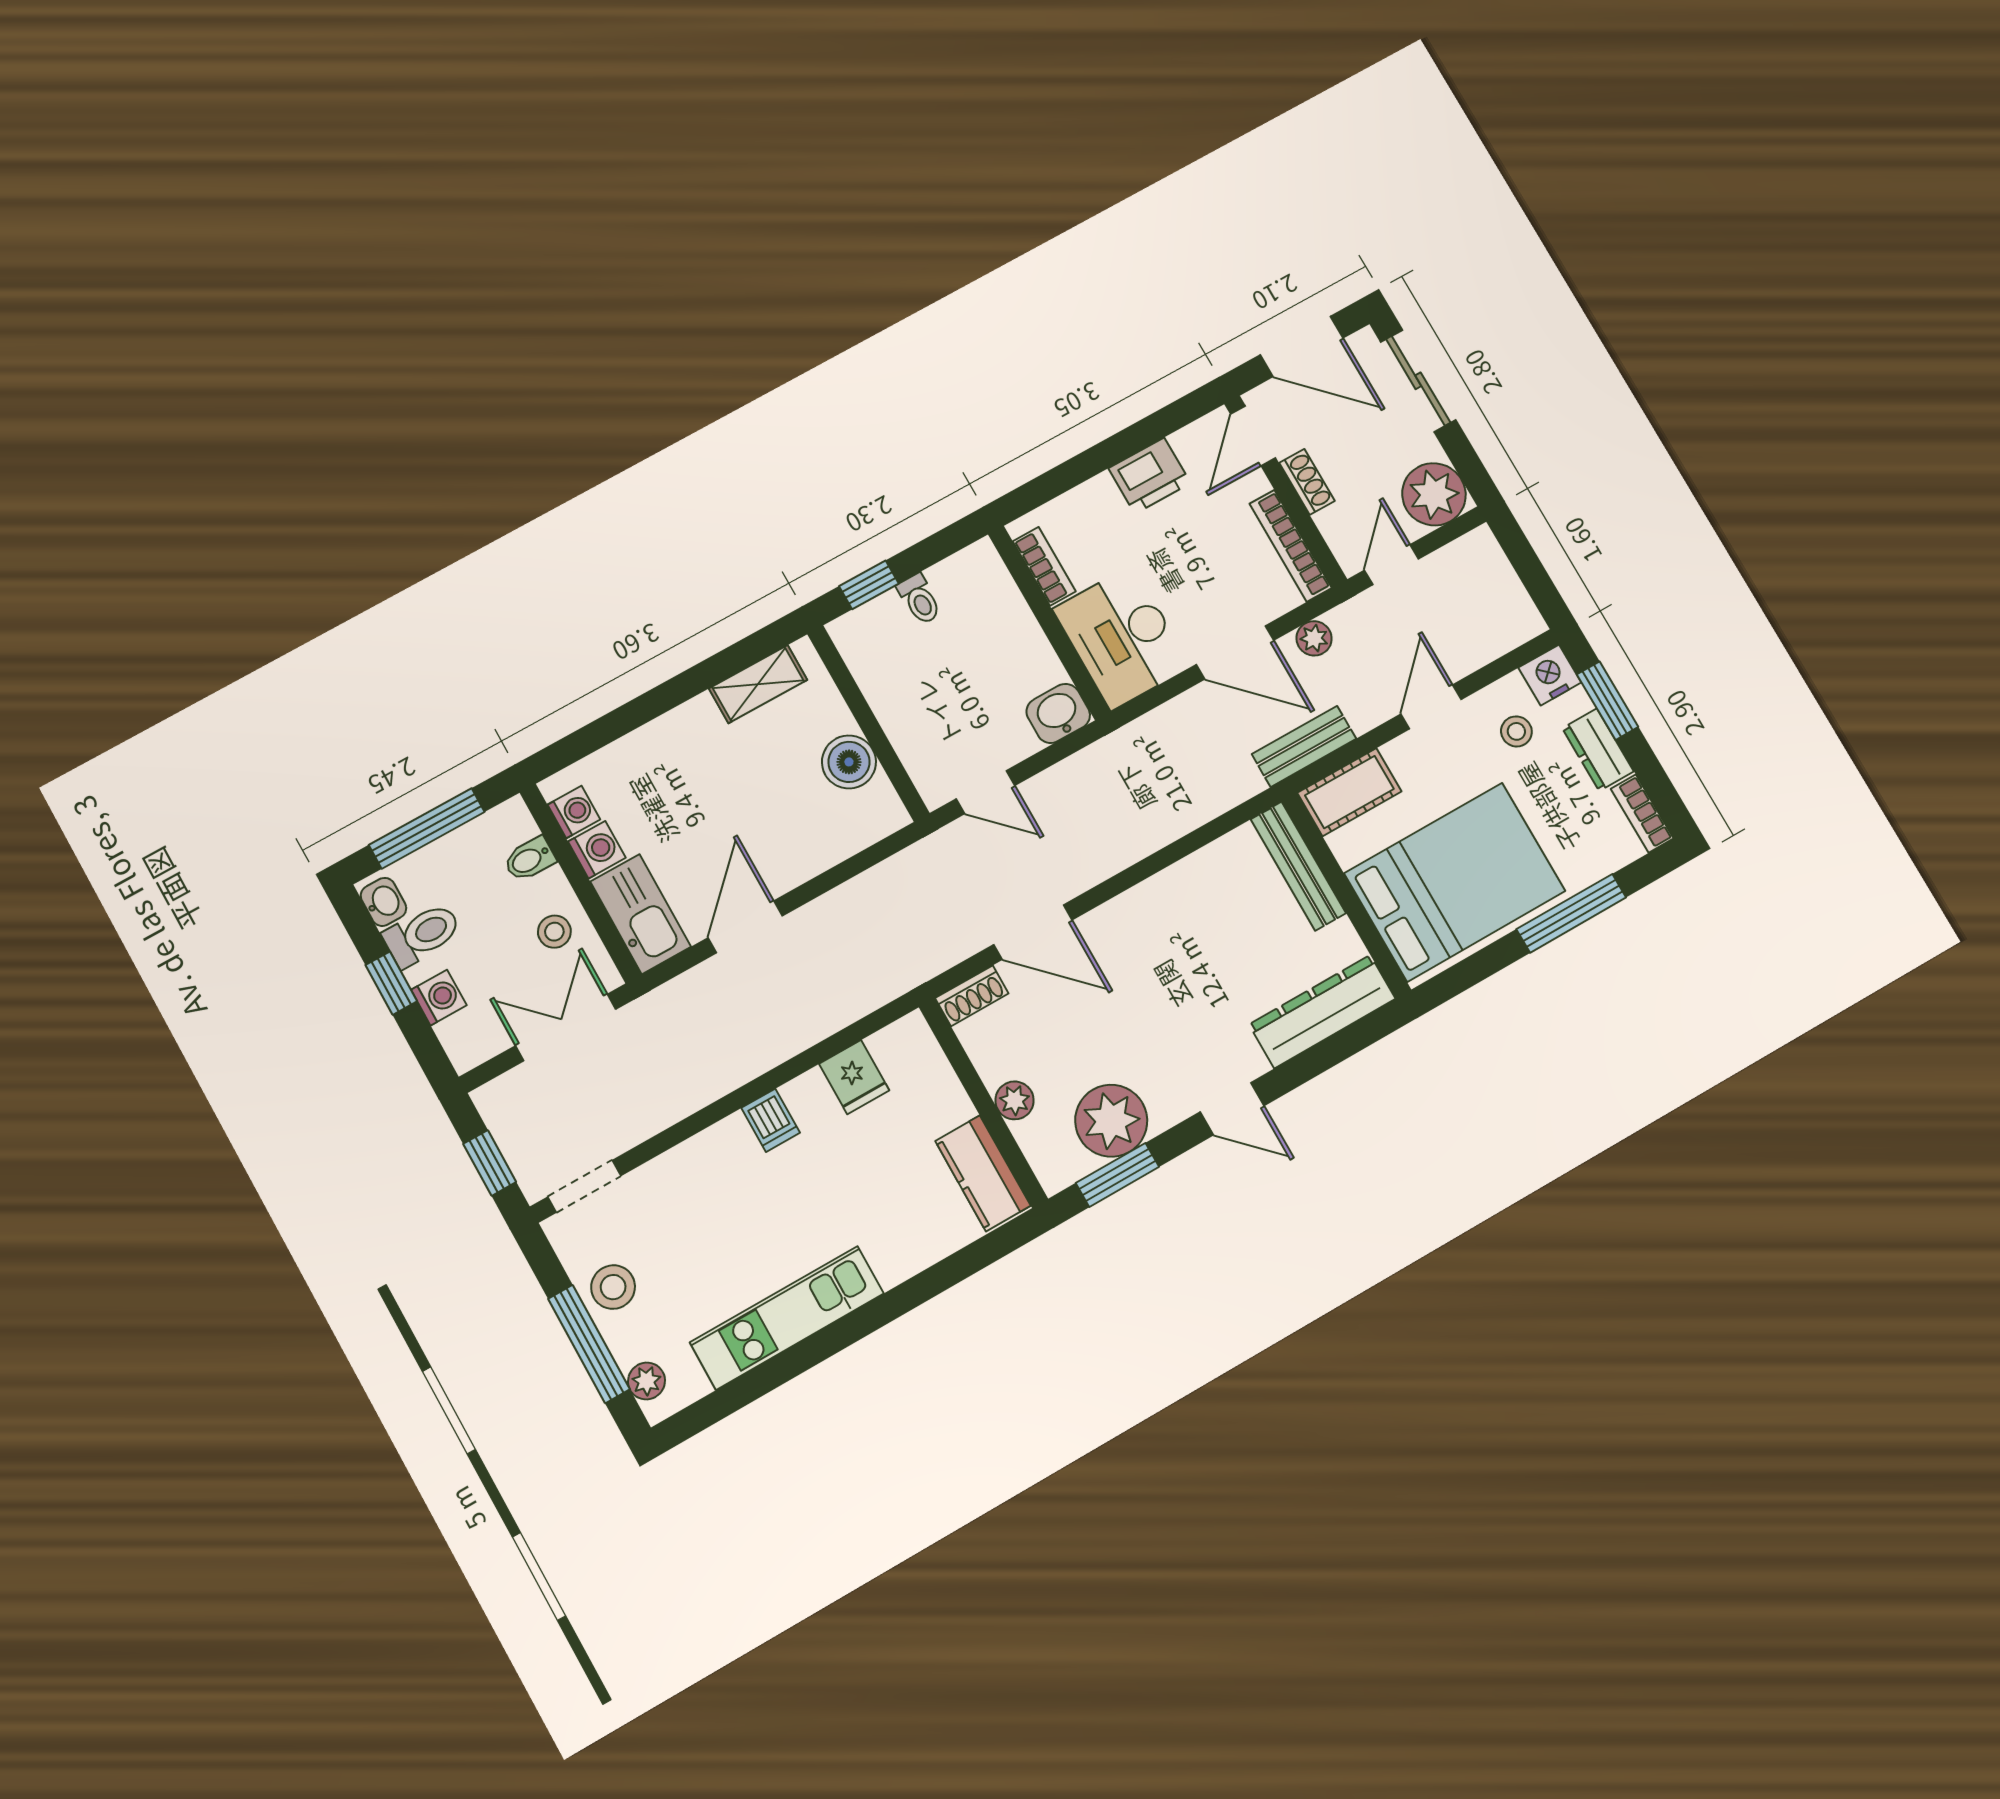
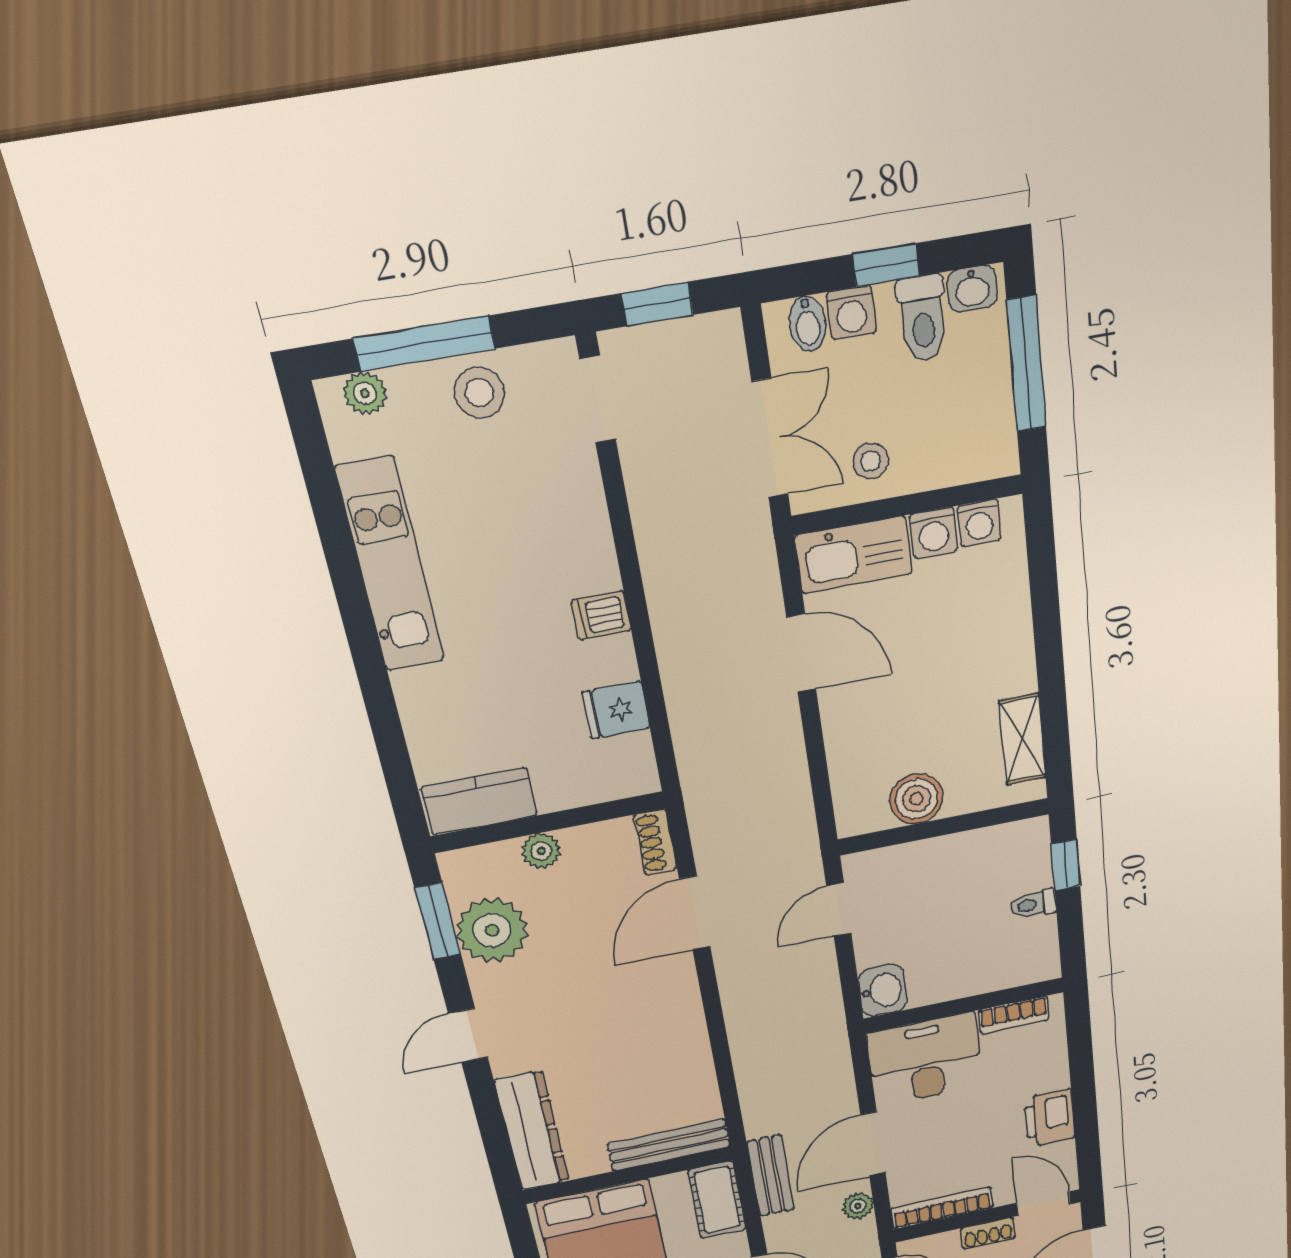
bidet: (530, 859) -> (808, 324), moved, turned 180

